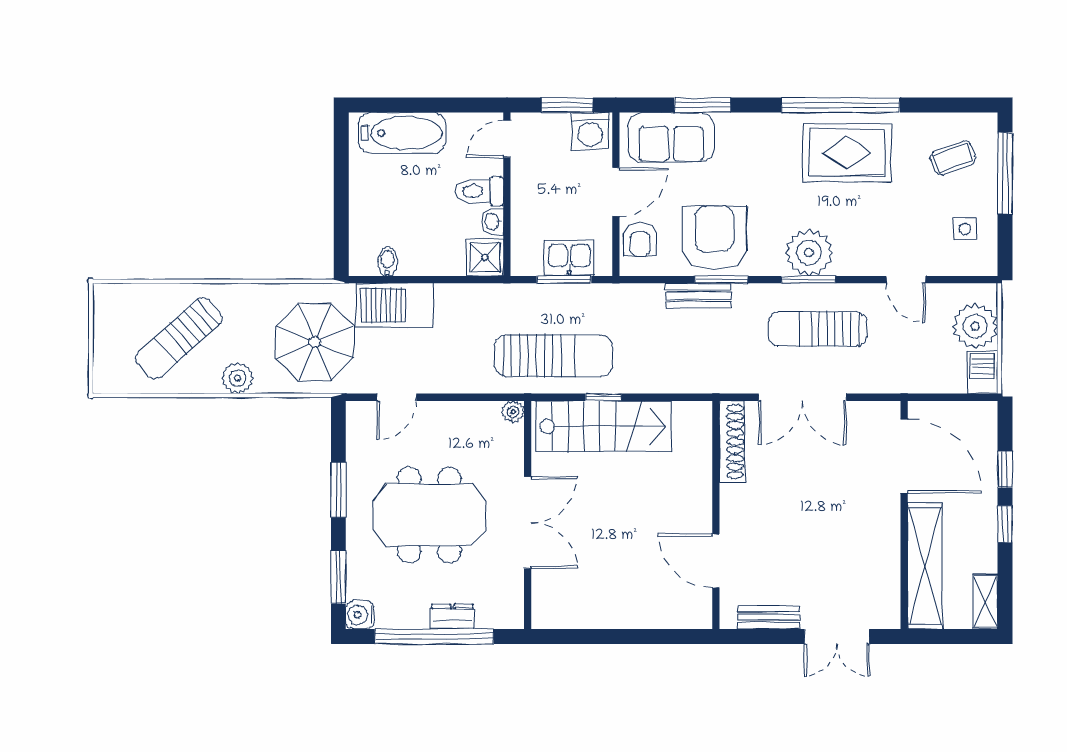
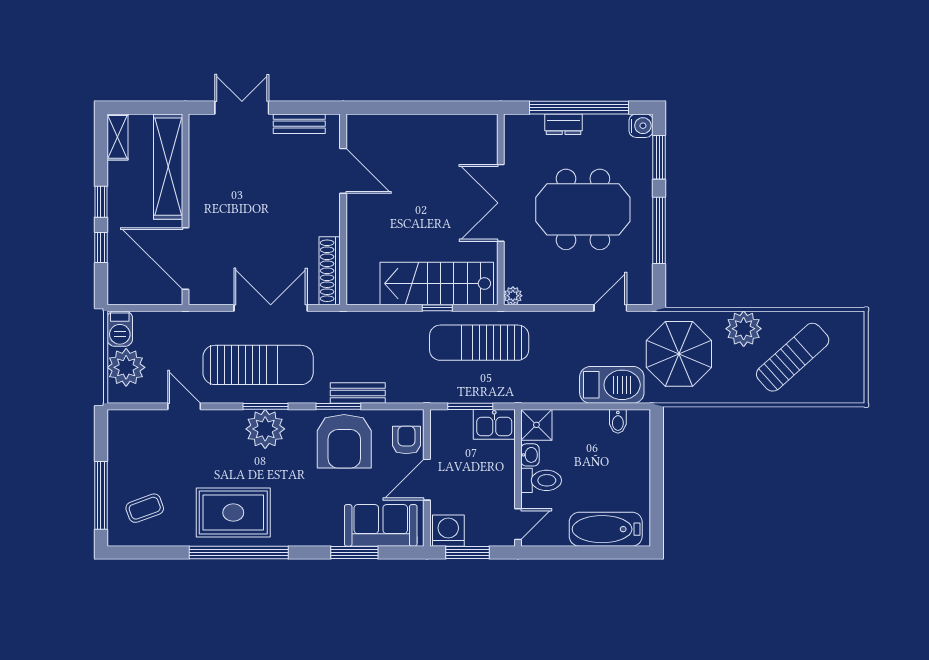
side table: (965, 229) -> (135, 449), removed
kitchen sink: (569, 258) -> (494, 424), moved
sun lounger: (817, 329) -> (258, 365), width x1.36, depth x1.34
plant: (237, 378) -> (744, 329), width x1.36, depth x1.36
window: (338, 490) -> (659, 230), width x1.44

